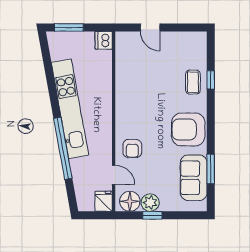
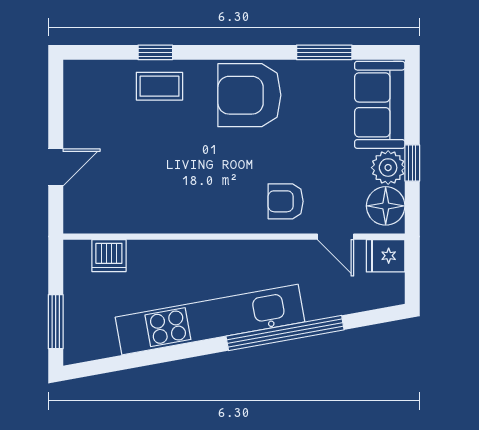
dishwasher: (104, 40) -> (109, 256), moved
armchair: (188, 129) -> (249, 95), turned 90
armchair: (132, 149) -> (286, 201), turned 180
door: (114, 175) -> (336, 237), swing flipped
sofa: (194, 178) -> (380, 105), moved, turned 90

